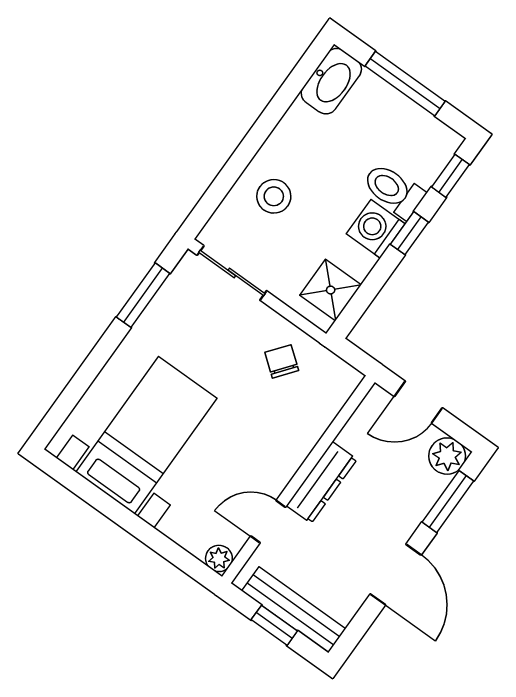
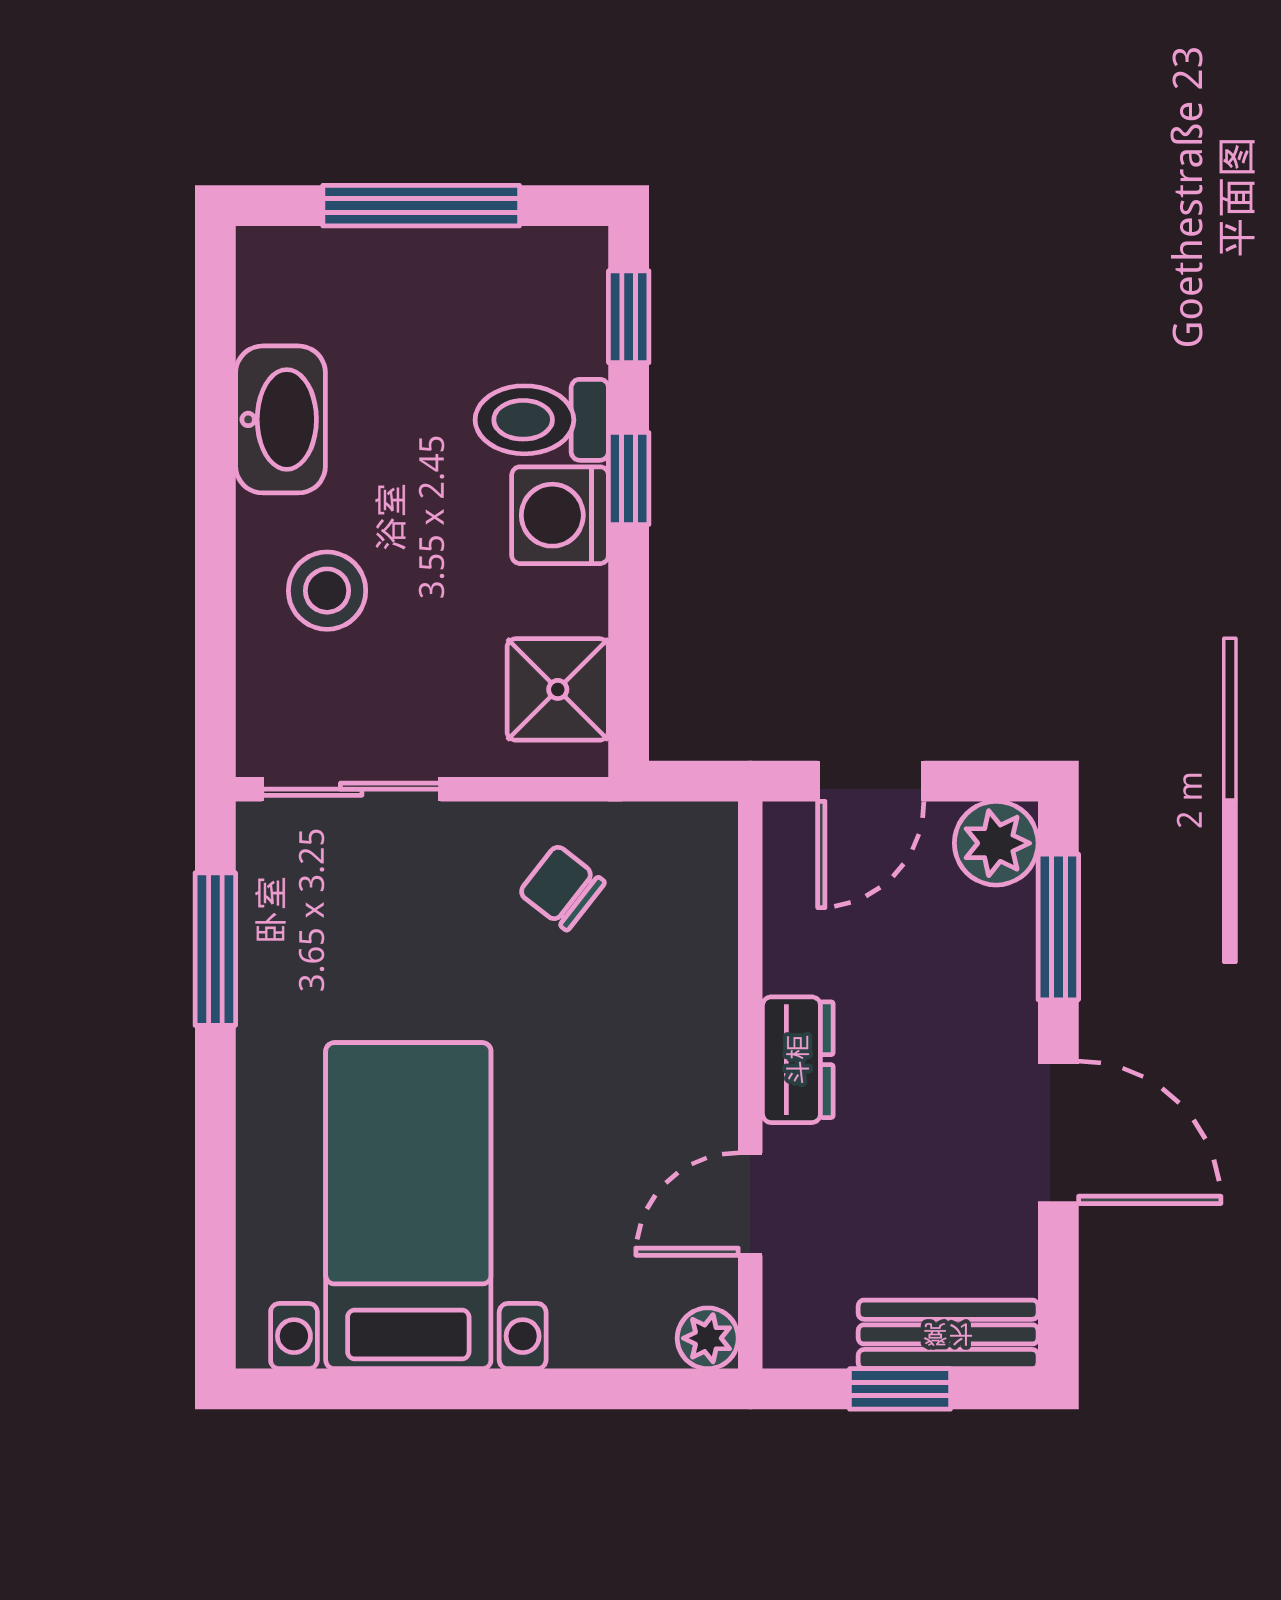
washbasin: (331, 81) -> (281, 419), moved
dresser: (322, 482) -> (798, 1060), width x0.70
bench: (294, 610) -> (948, 1334), width x0.73

